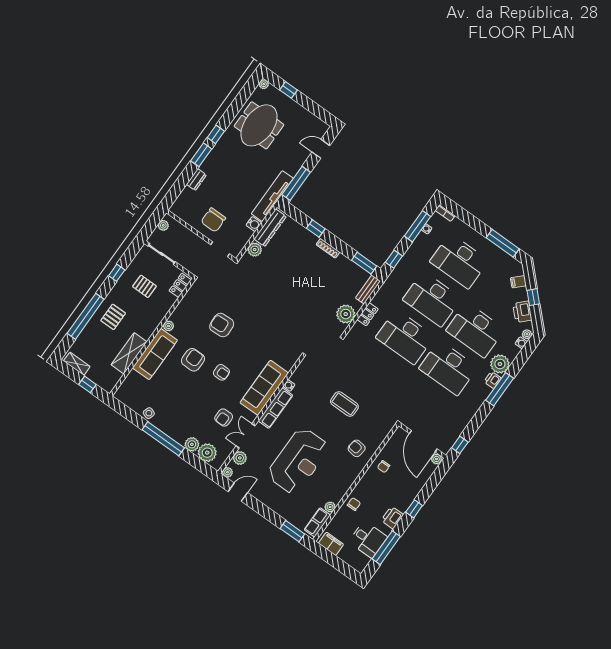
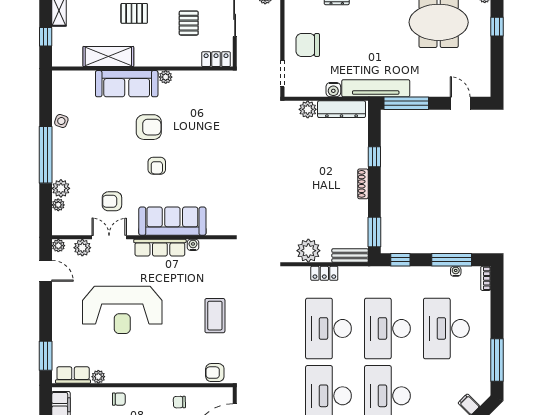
armchair: (222, 325) -> (206, 131), removed
armchair: (357, 448) -> (215, 373), moved, turned -98
plant: (207, 453) -> (58, 205), width x0.53, depth x0.53

